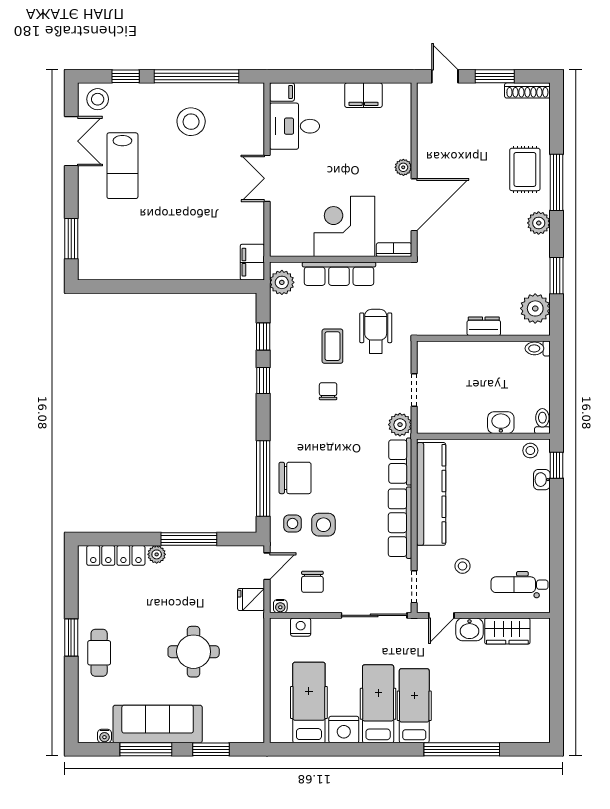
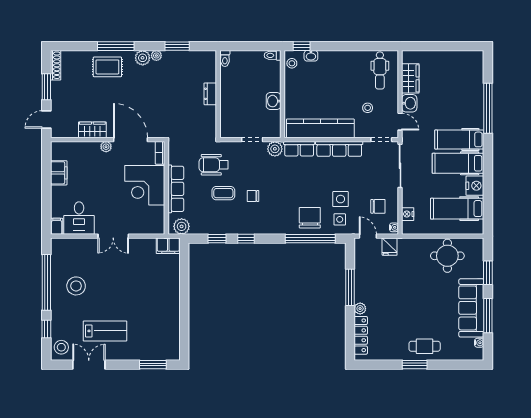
wardrobe: (429, 147) -> (92, 130), added
plant: (535, 308) -> (156, 56), moved, width x0.53, depth x0.53
washbasin: (501, 423) -> (274, 101), moved
round table: (194, 652) -> (447, 256), moved

